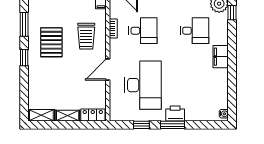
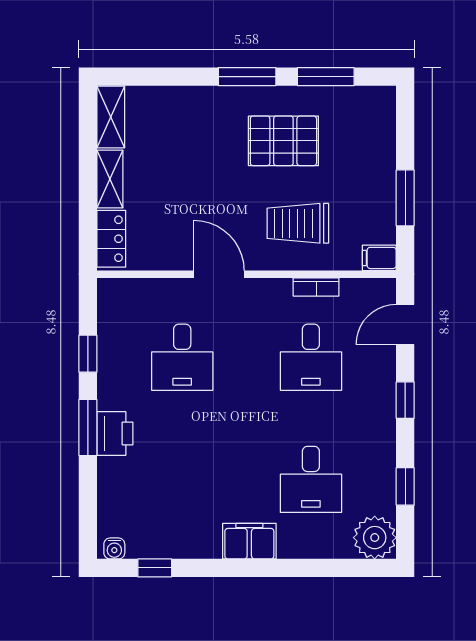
window: (232, 13) -> (155, 568), moved
window: (24, 58) -> (247, 77), width x1.50
desk: (143, 85) -> (182, 357), width x0.53, depth x0.77

